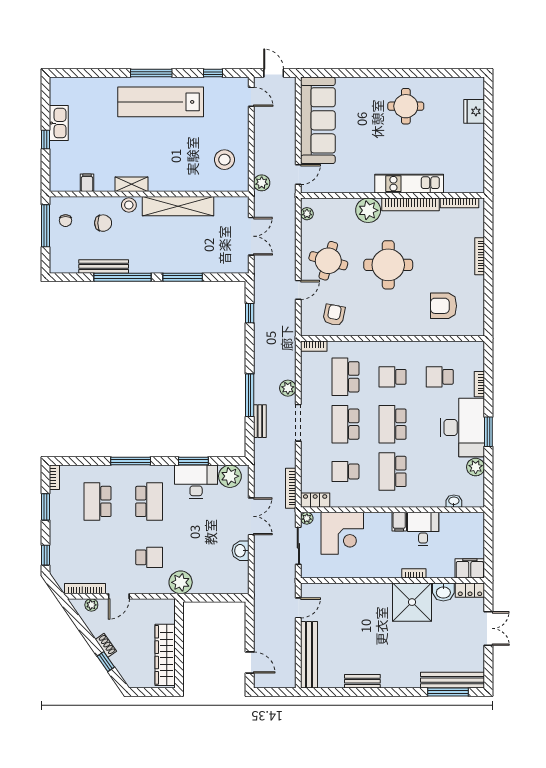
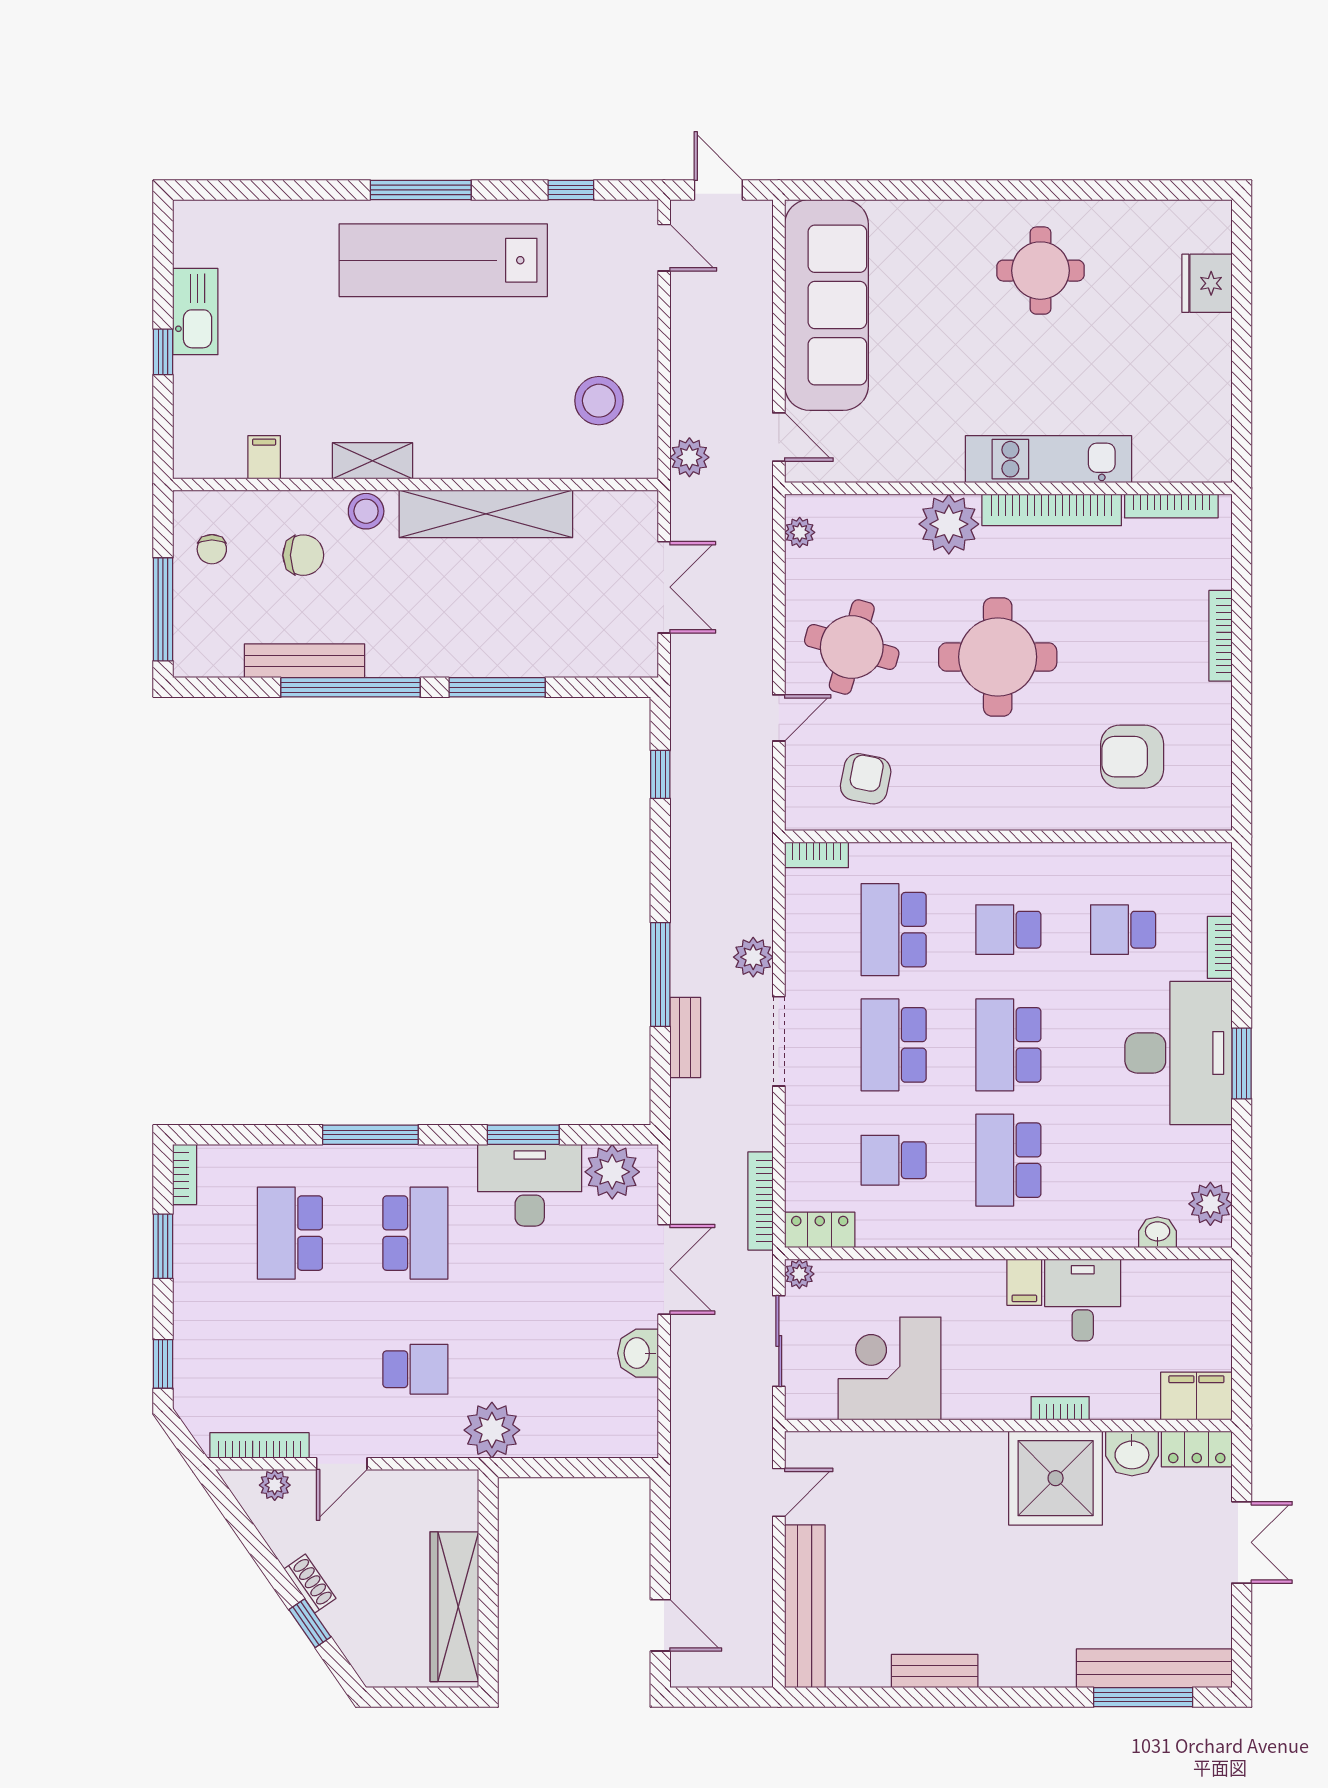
door: (298, 175) -> (779, 437), hinge flipped
window: (45, 226) -> (163, 609), moved
plant: (476, 467) -> (1210, 1204), moved
corner desk: (342, 533) -> (890, 1368), moved, turned 180

